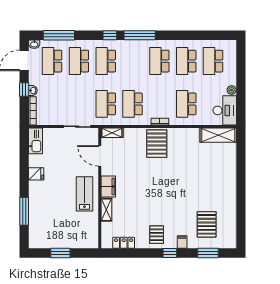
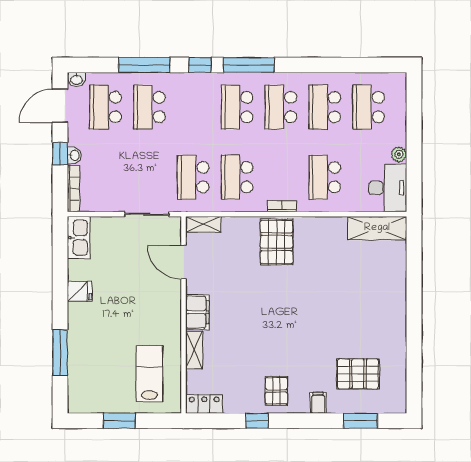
window: (59, 35) -> (144, 65), moved
school desk: (106, 61) -> (237, 107), moved
lab bench: (85, 194) -> (149, 374), moved
pallet: (207, 224) -> (358, 374), turned 90
locker: (124, 243) -> (204, 404), moved
window: (170, 253) -> (257, 421), moved

